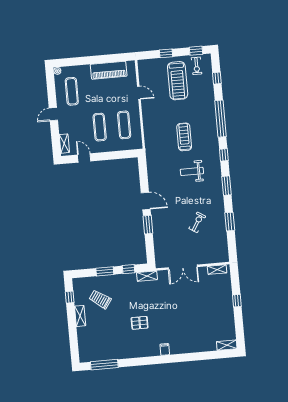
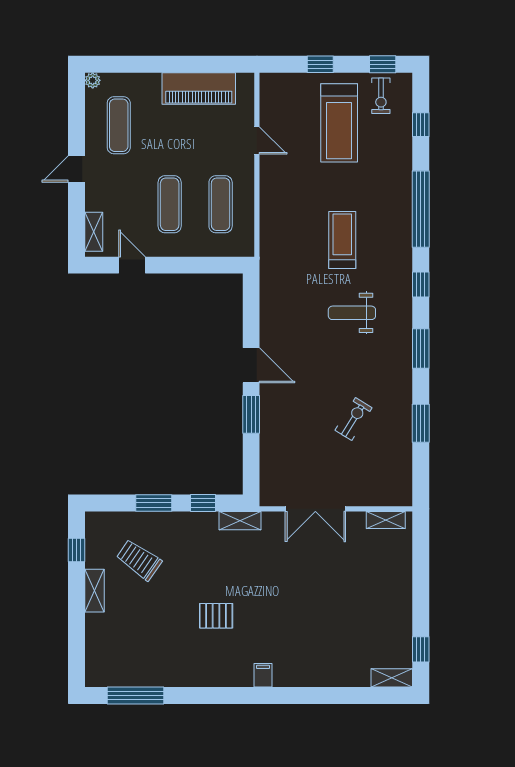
window: (237, 301) -> (421, 649), moved

